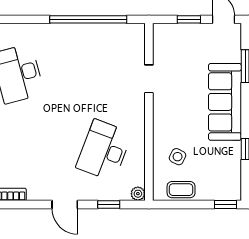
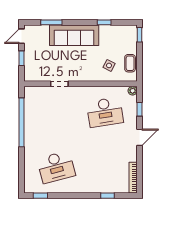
desk: (104, 150) -> (105, 112), turned -30

